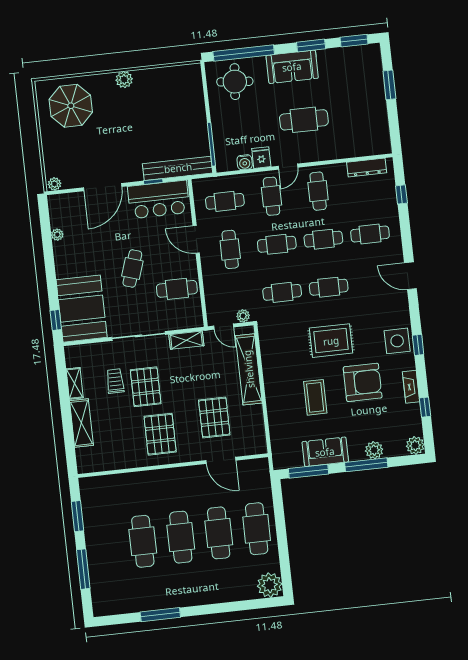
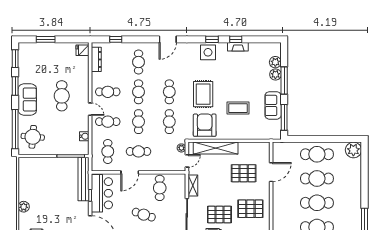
fridge: (261, 158) -> (83, 50), moved
armchair: (363, 382) -> (205, 125), moved
window: (425, 407) -> (236, 39), moved
plant: (415, 445) -> (275, 62), moved

